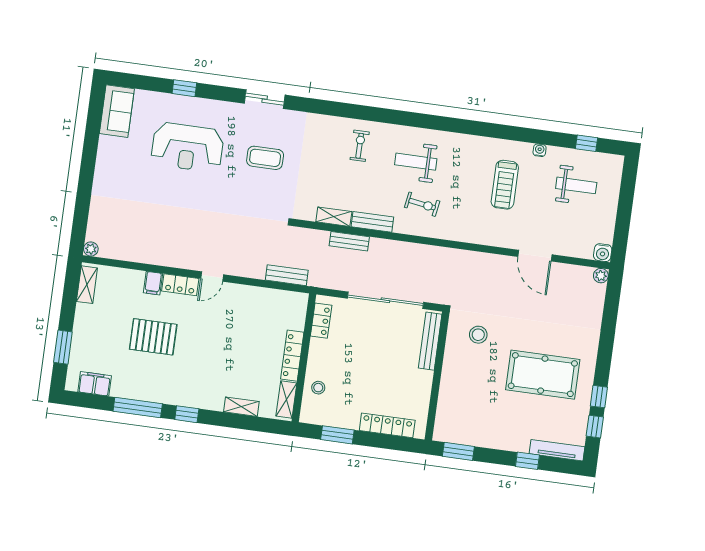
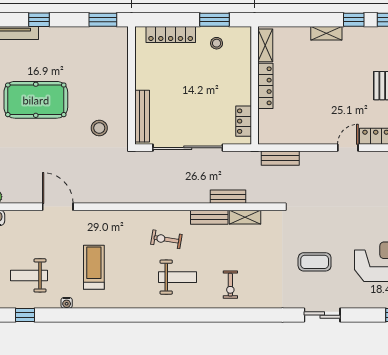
stool: (318, 388) -> (217, 43), moved
shelving: (241, 407) -> (326, 33), moved

